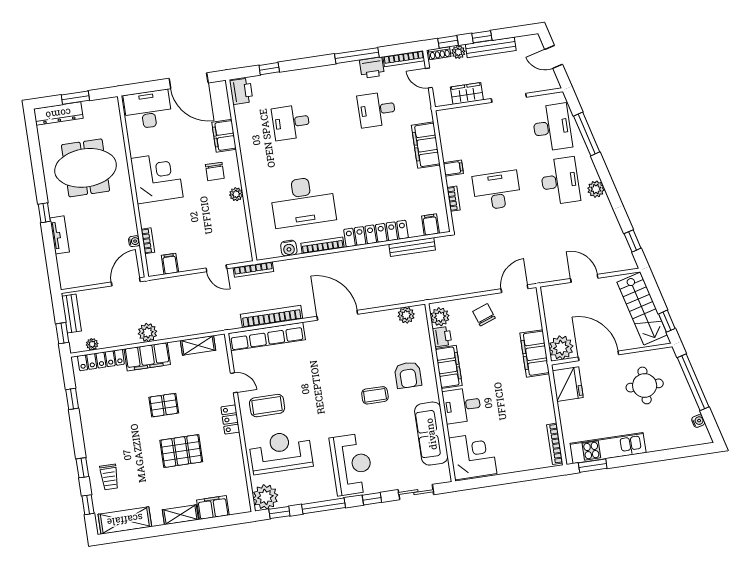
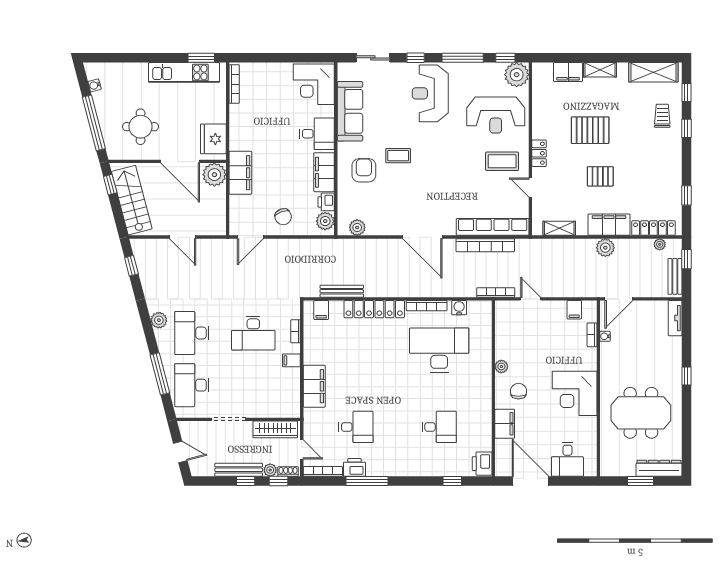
wardrobe: (467, 93) -> (275, 429), width x1.50
desk: (148, 110) -> (568, 459), width x0.73
tv unit: (60, 235) -> (675, 318), moved

